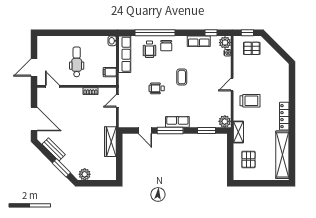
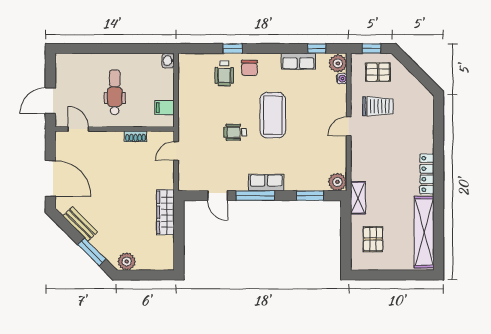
window: (155, 33) -> (233, 49), width x0.32
row of seats: (125, 54) -> (187, 81), removed
coffee table: (182, 77) -> (273, 115), width x1.86, depth x1.72
trolley: (250, 101) -> (378, 106), moved

